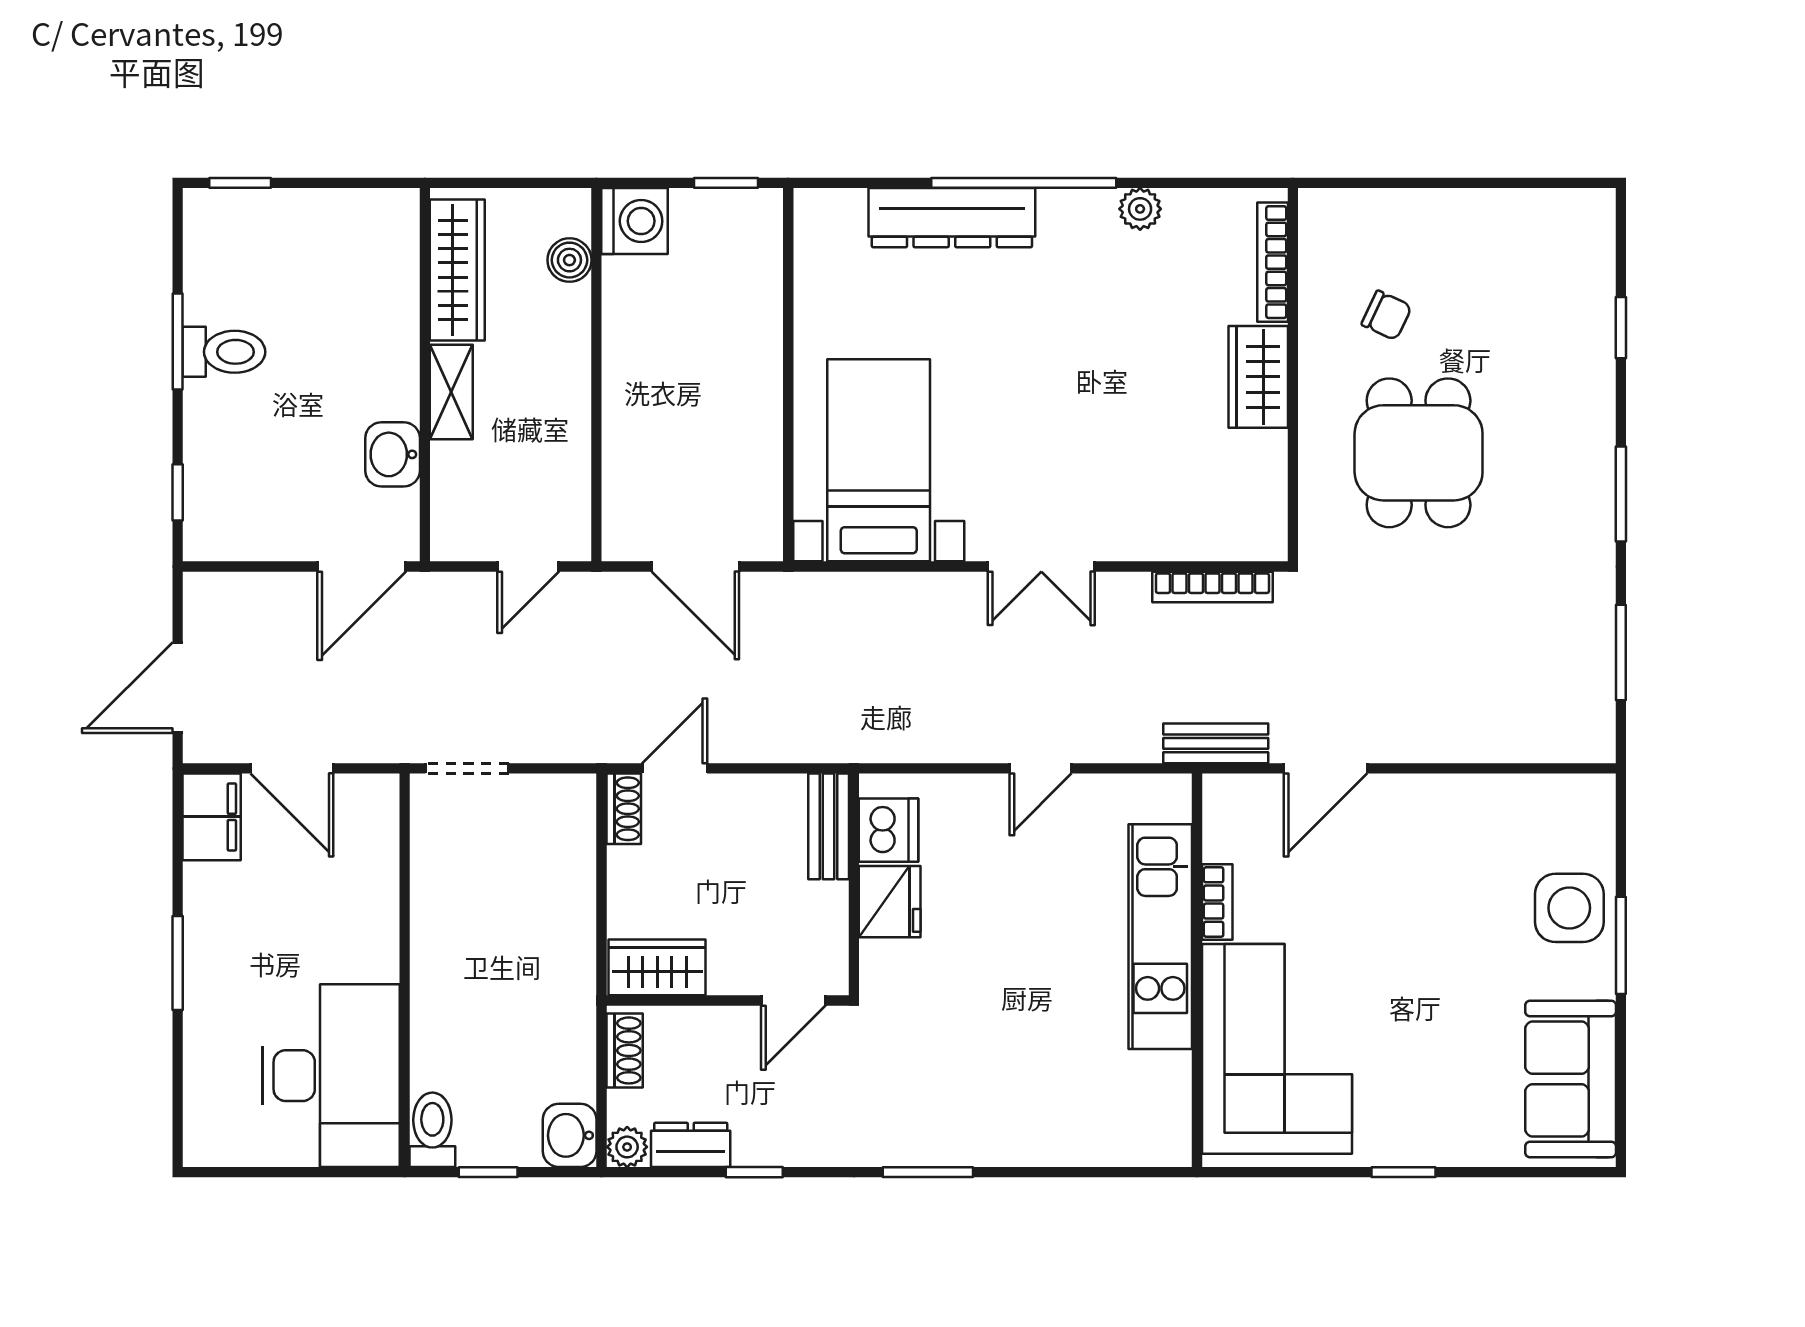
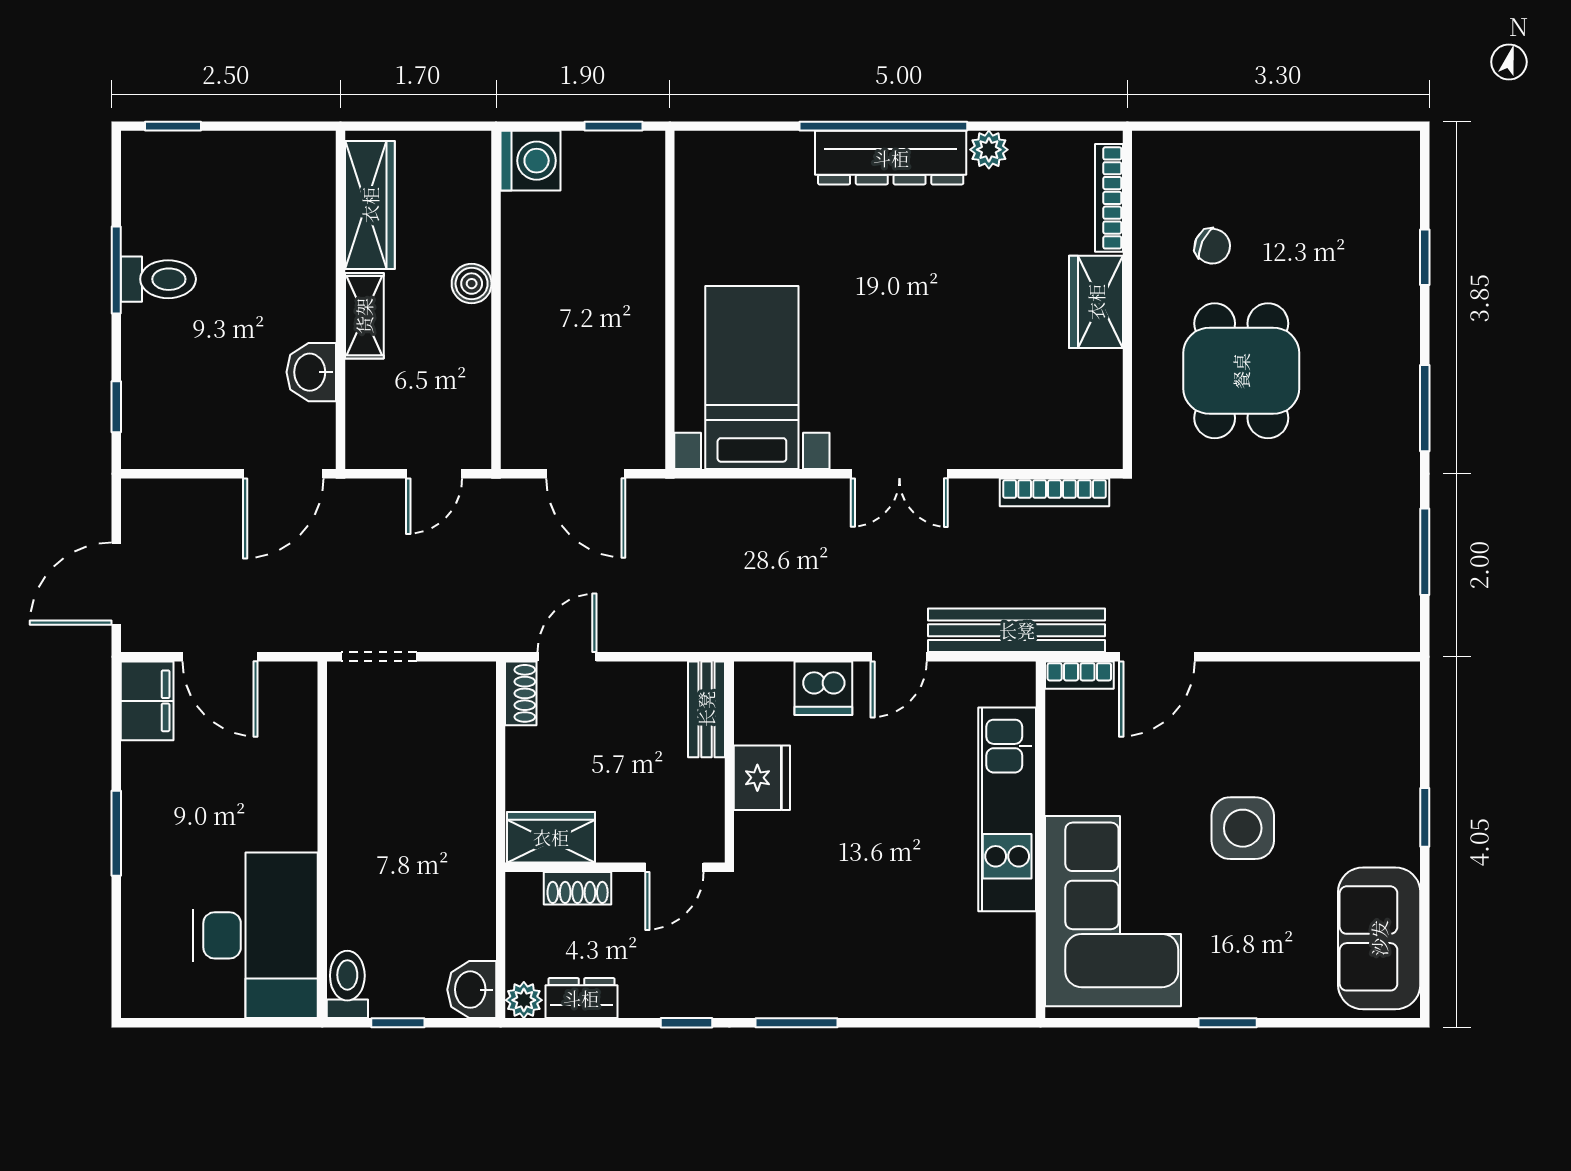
dresser: (952, 218) -> (891, 158), moved
boiler: (569, 260) -> (472, 284), moved
bench: (1216, 743) -> (1017, 630), width x1.86, depth x1.21
dishwasher: (889, 830) -> (823, 688), moved, turned 90
bookcase: (1217, 902) -> (1079, 675), moved, turned 90
side table: (1569, 908) -> (1243, 828), moved
window: (1621, 945) -> (1425, 817), width x0.67
shoe rack: (625, 1050) -> (578, 888), moved, turned 90
window: (754, 1172) -> (686, 1023), moved

